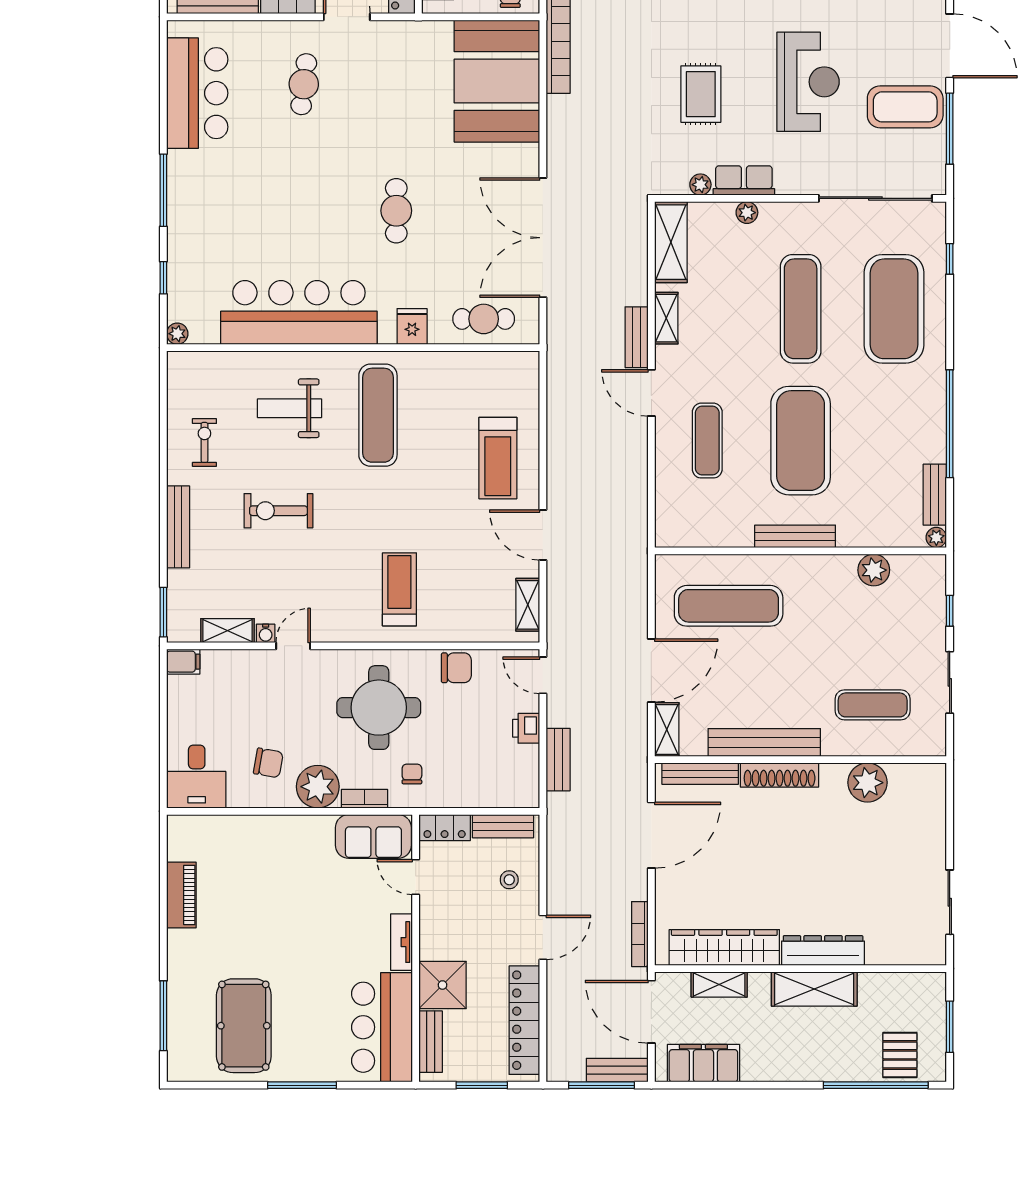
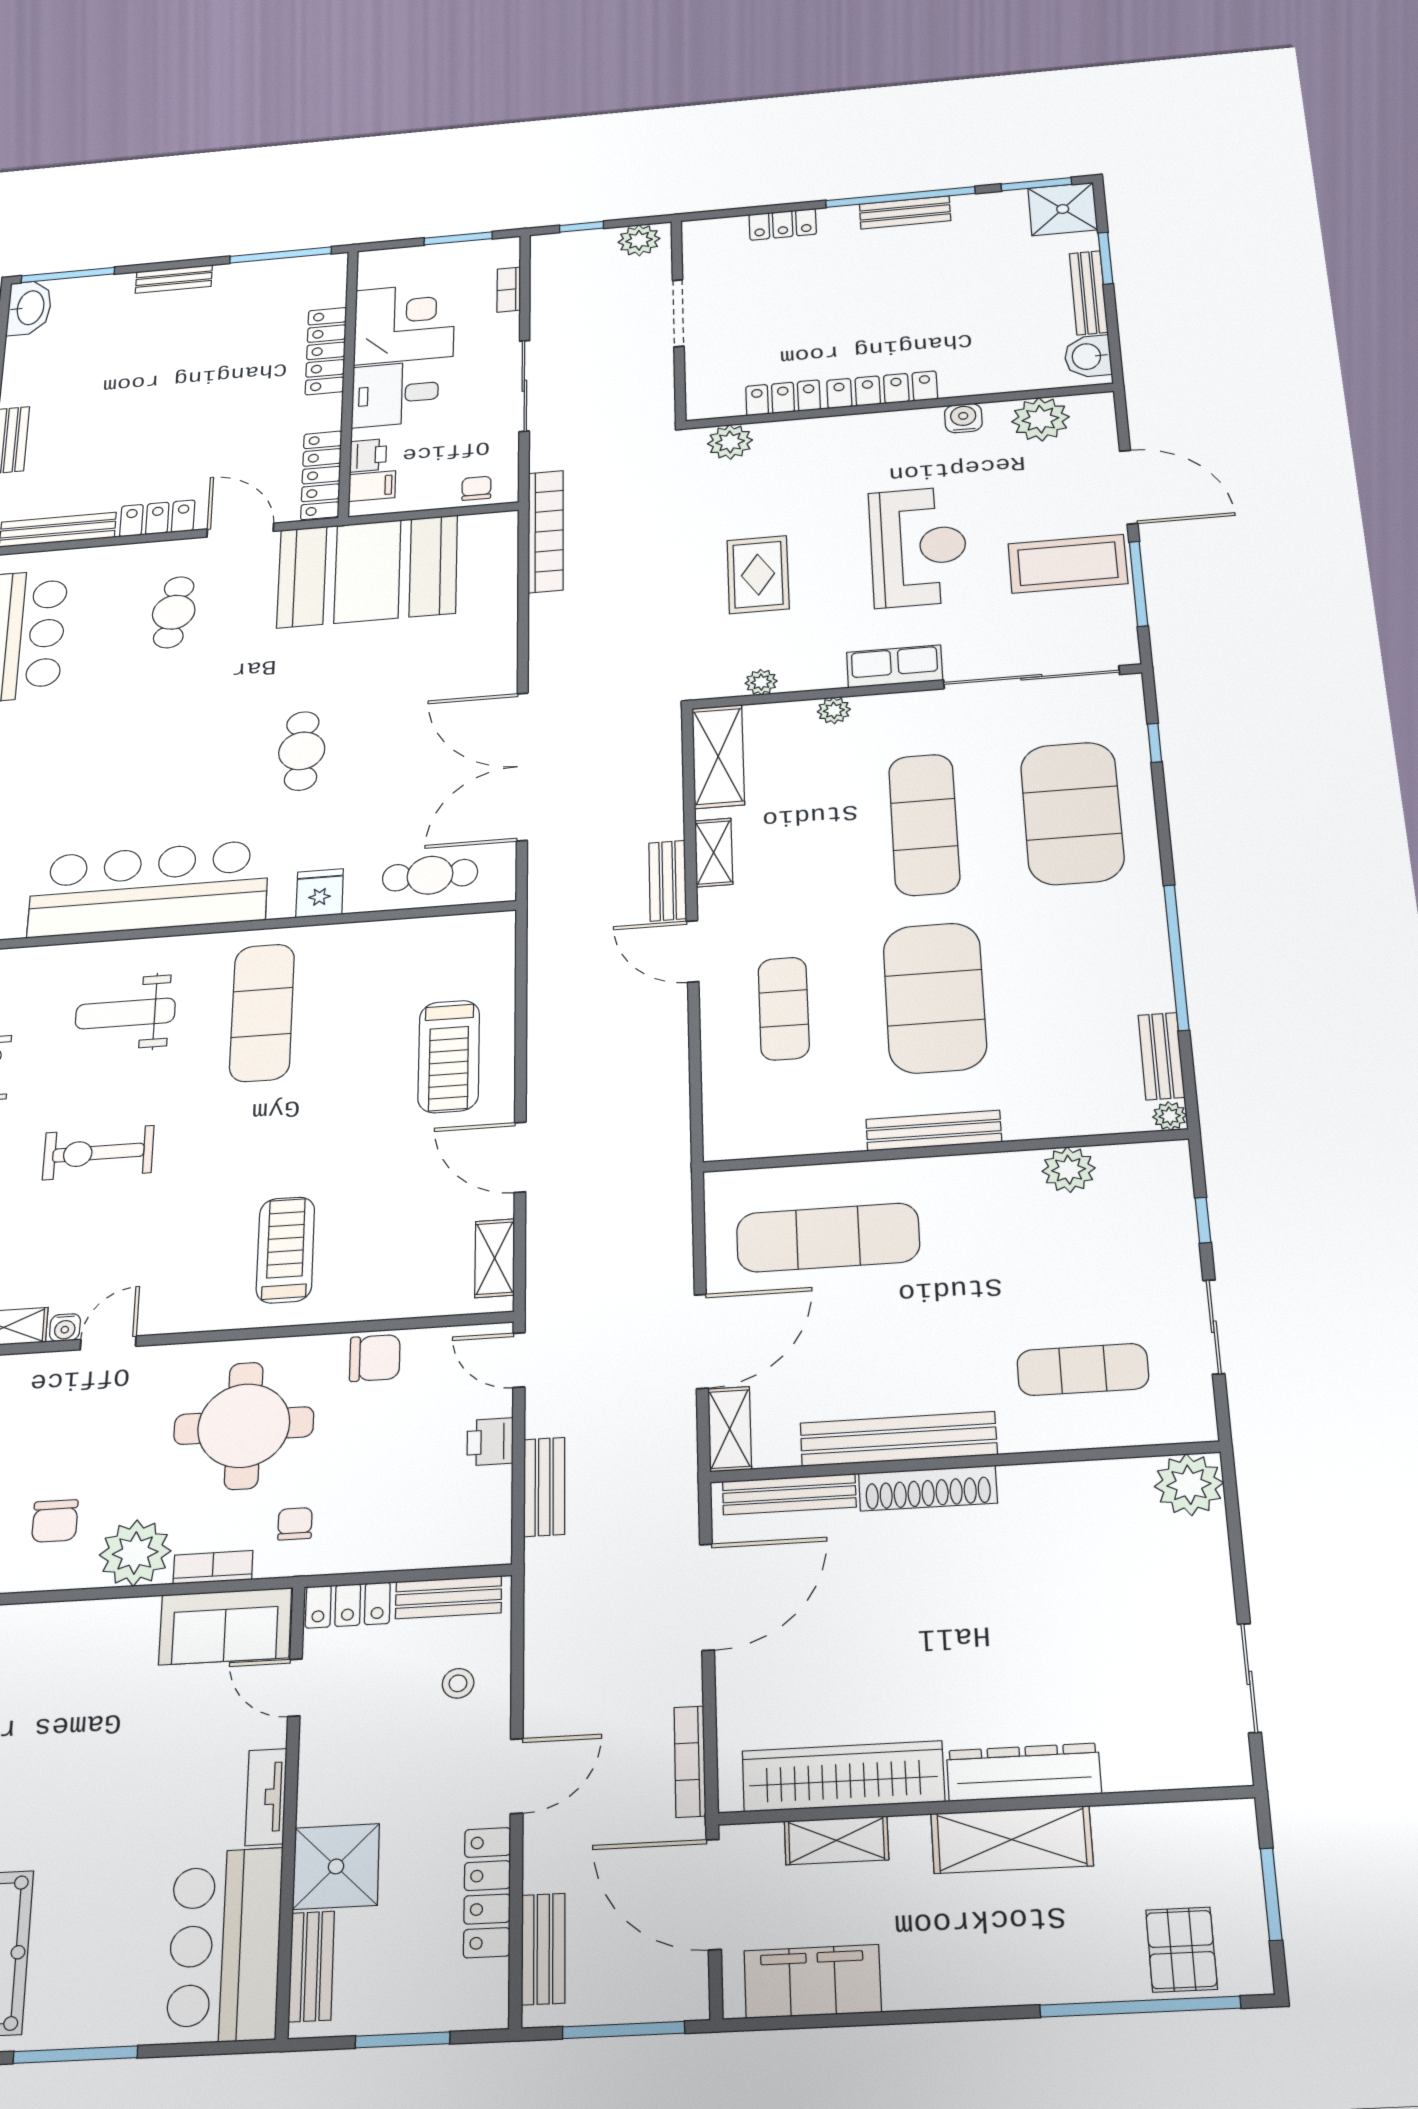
booth: (497, 81) -> (367, 571), moved, turned 90
row of seats: (744, 181) -> (895, 666), moved
chair: (268, 763) -> (55, 1521), turned 80
plant: (867, 783) -> (1189, 1485), moved
locker: (524, 1020) -> (487, 1892), width x0.71, depth x0.83
bench: (617, 1070) -> (543, 1949), moved, turned 90

